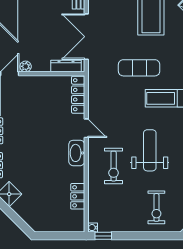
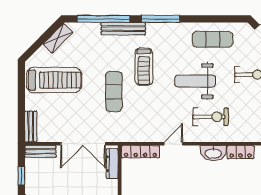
washbasin: (77, 153) -> (213, 153), moved

